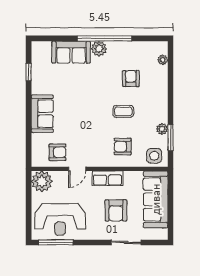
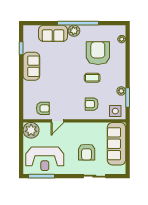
armchair: (131, 78) -> (98, 53), width x1.88, depth x1.88
sofa: (42, 114) -> (31, 66), moved
row of seats: (107, 178) -> (80, 128), removed

